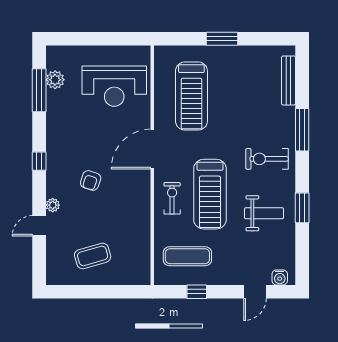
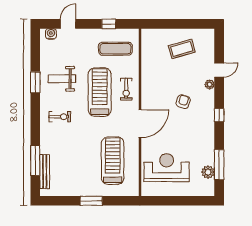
window: (302, 130) -> (35, 160), moved
exercise bike: (267, 159) -> (60, 117), width x0.73, depth x0.72

